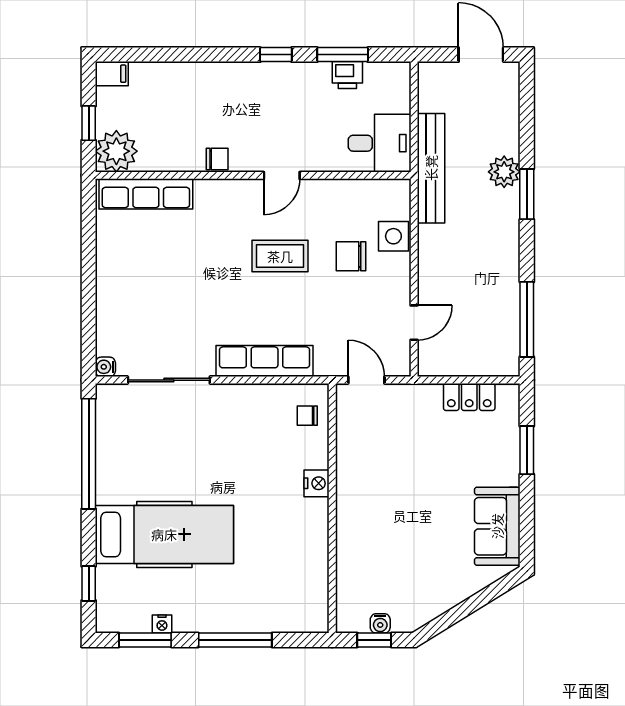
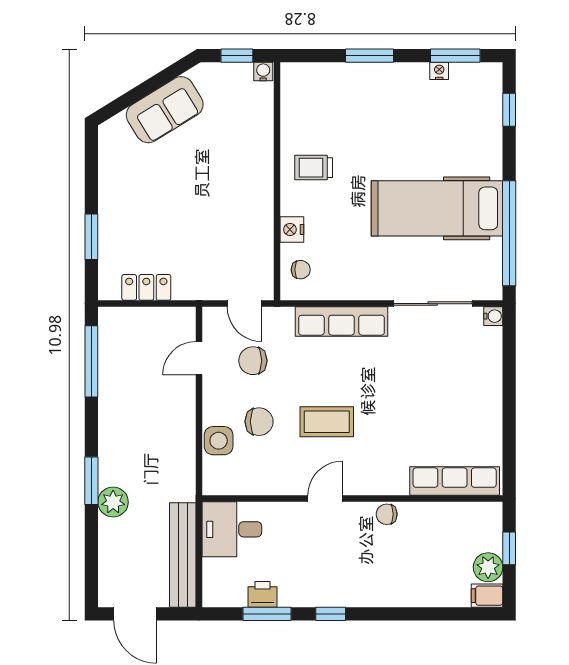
plant: (116, 151) -> (488, 567), moved, width x0.73, depth x0.73
bench: (431, 168) -> (183, 555), moved
chair: (357, 320) -> (253, 361), added
nightstand: (317, 483) -> (292, 229), moved
trolley: (294, 523) -> (314, 168), added
sofa: (497, 526) -> (165, 110), moved, turned 58
hospital bed: (164, 534) -> (437, 208), moved
water cooler: (380, 623) -> (263, 72), moved
window: (235, 640) -> (370, 56), width x0.69

